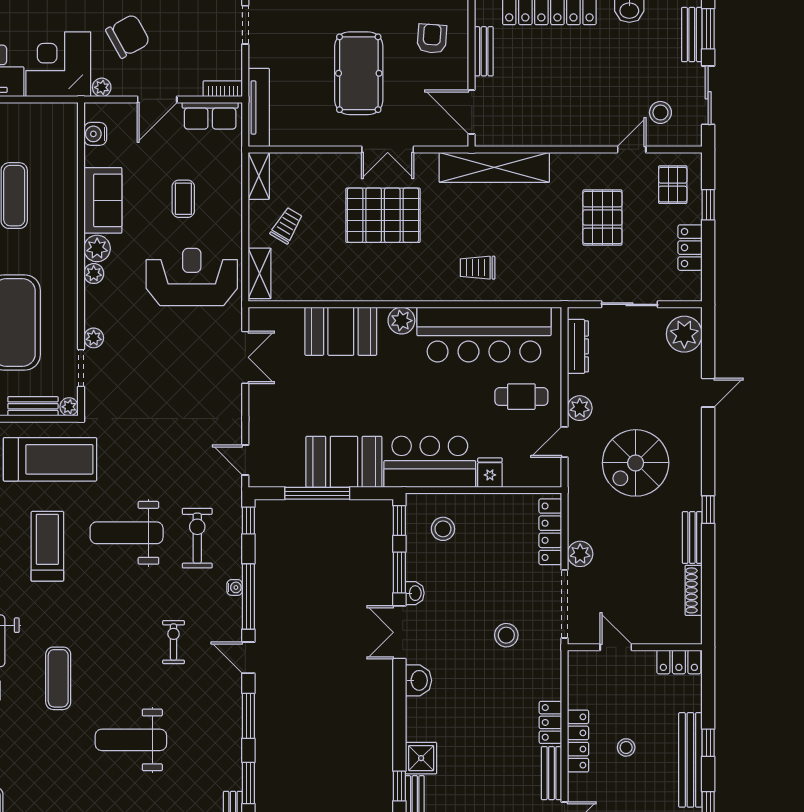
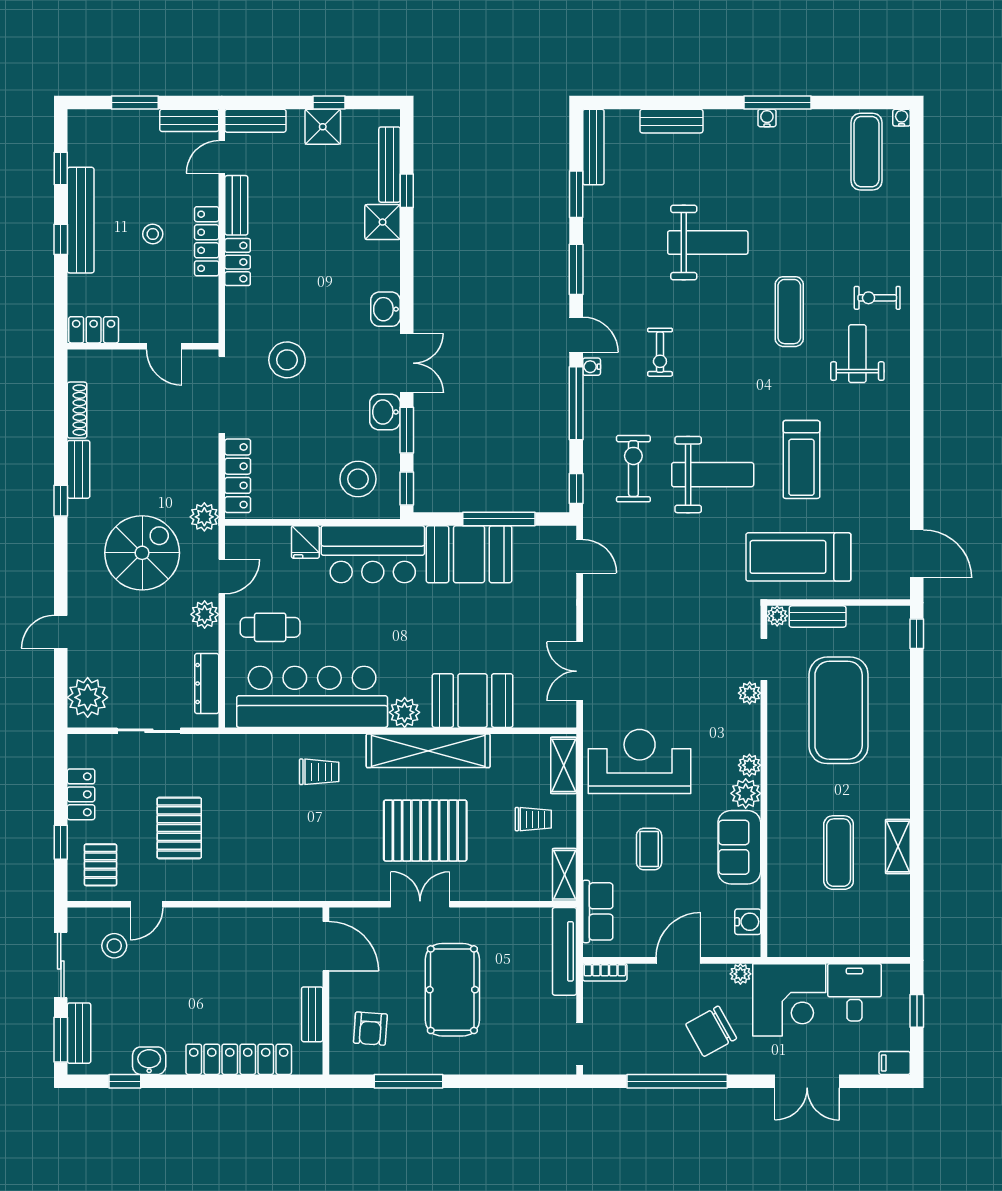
row of seats: (210, 116) -> (598, 911), moved, turned 90
shelving: (494, 167) -> (428, 751), moved
trolley: (287, 225) -> (533, 819), turned -121
reception desk: (192, 277) -> (640, 761), turned 180
stool: (443, 529) -> (358, 479), width x1.38, depth x1.38
exercise bike: (197, 538) -> (633, 469), turned 180
plant: (580, 554) -> (204, 517), moved
water cooler: (235, 587) -> (592, 367), moved
washbasin: (415, 593) -> (385, 412), width x1.38, depth x1.45
stool: (506, 635) -> (287, 360), width x1.38, depth x1.38

